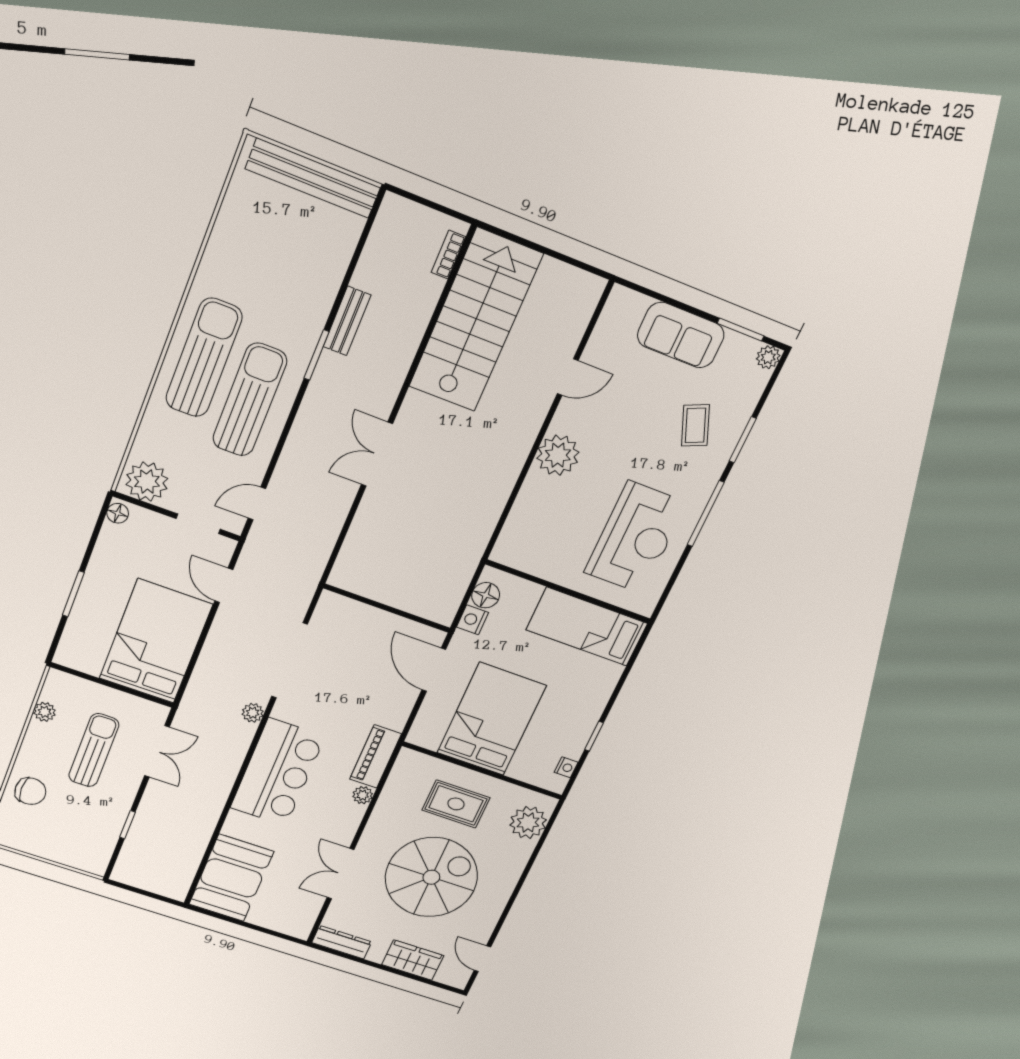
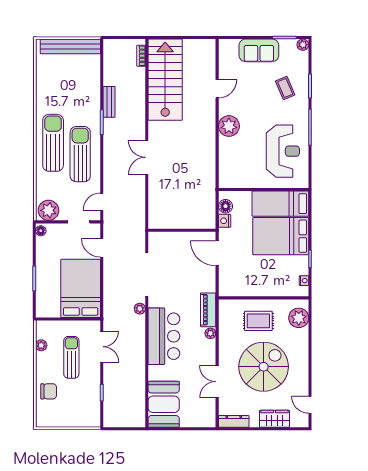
bed: (491, 719) -> (281, 236), moved, turned -90

